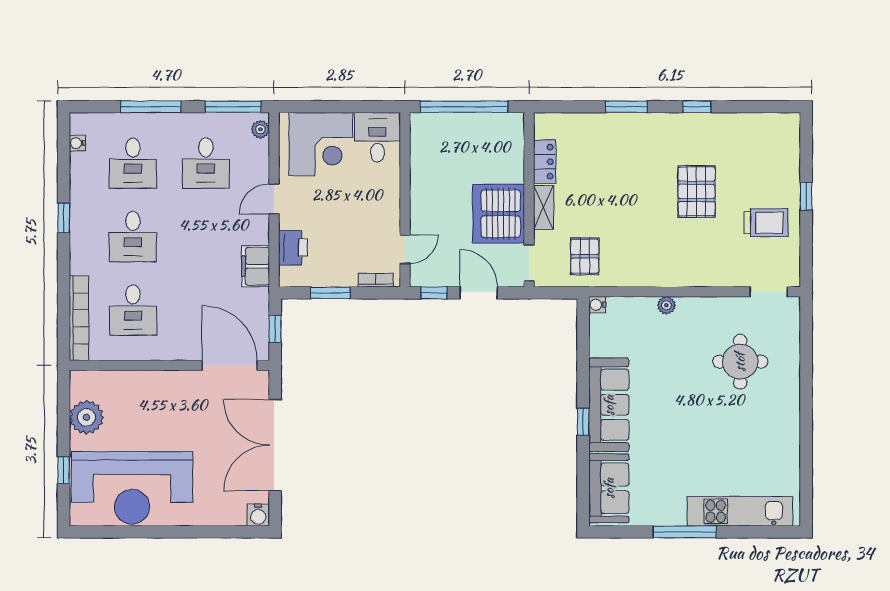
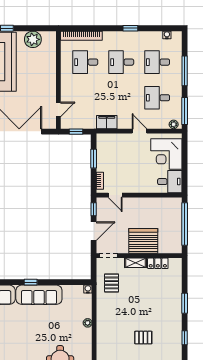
pallet: (697, 191) -> (143, 338), width x0.67, depth x0.71
server rack: (499, 214) -> (143, 241), moved
printer: (293, 248) -> (116, 140), removed
pallet: (585, 256) -> (112, 283), turned 90
door: (230, 365) -> (58, 109), width x0.53

